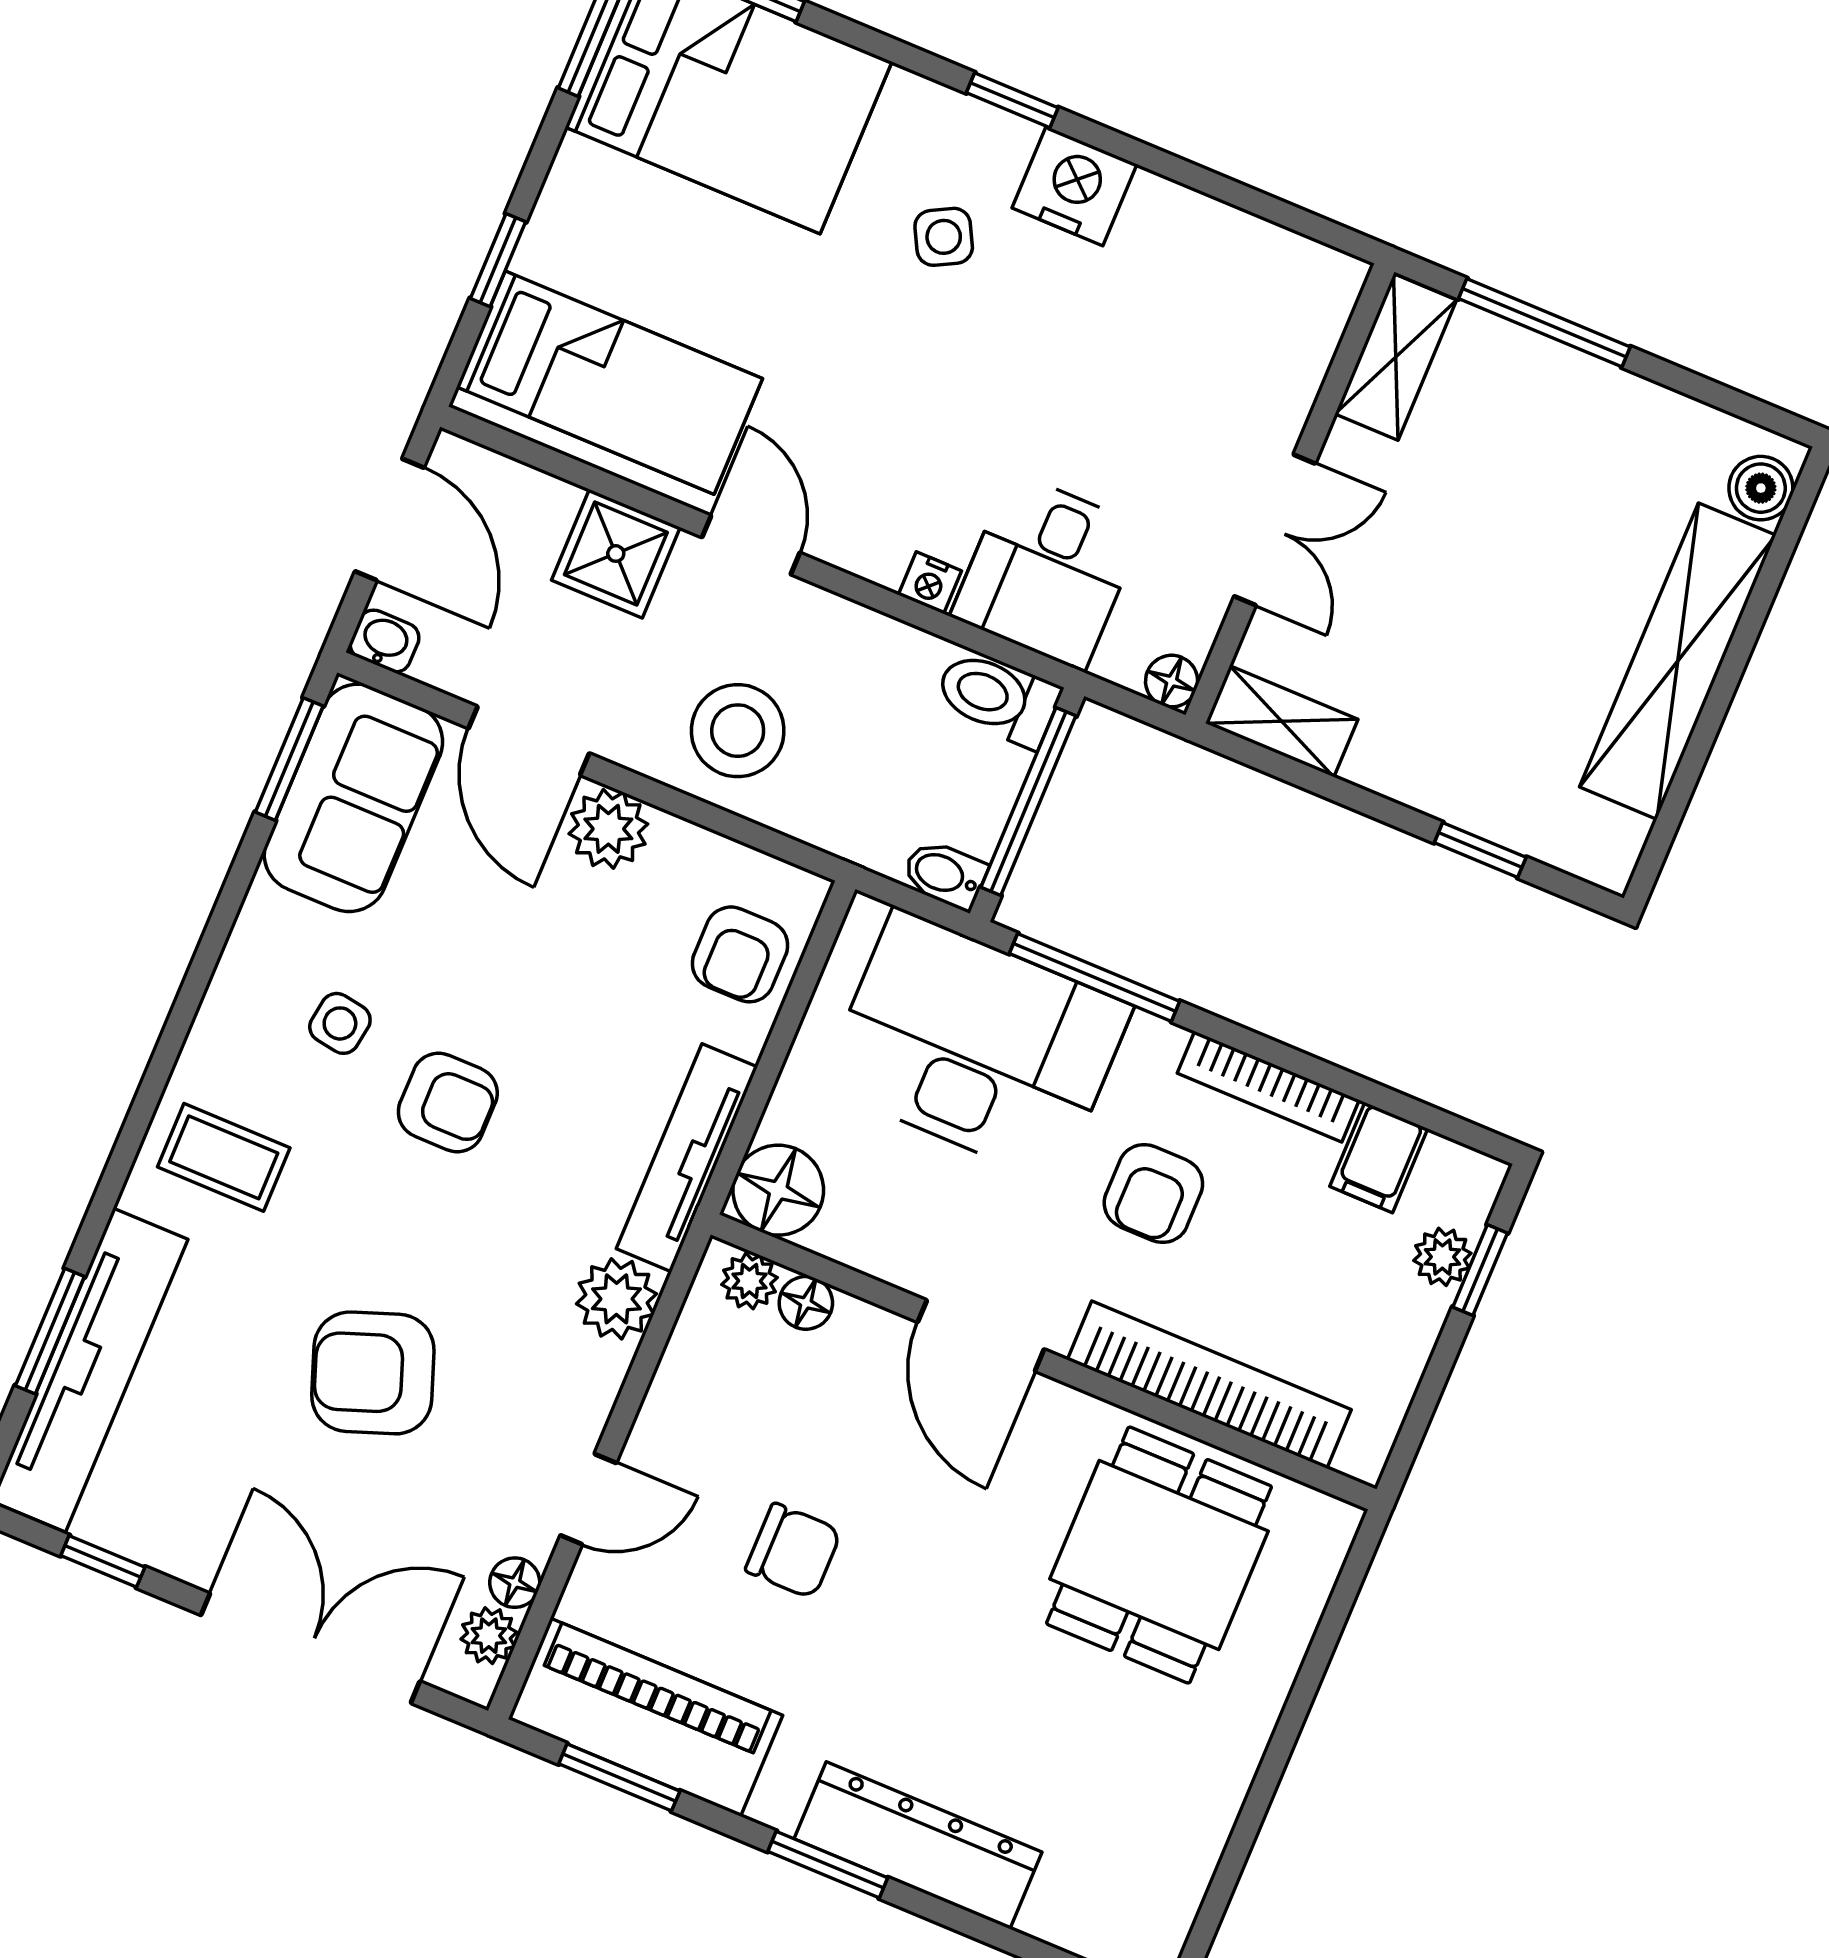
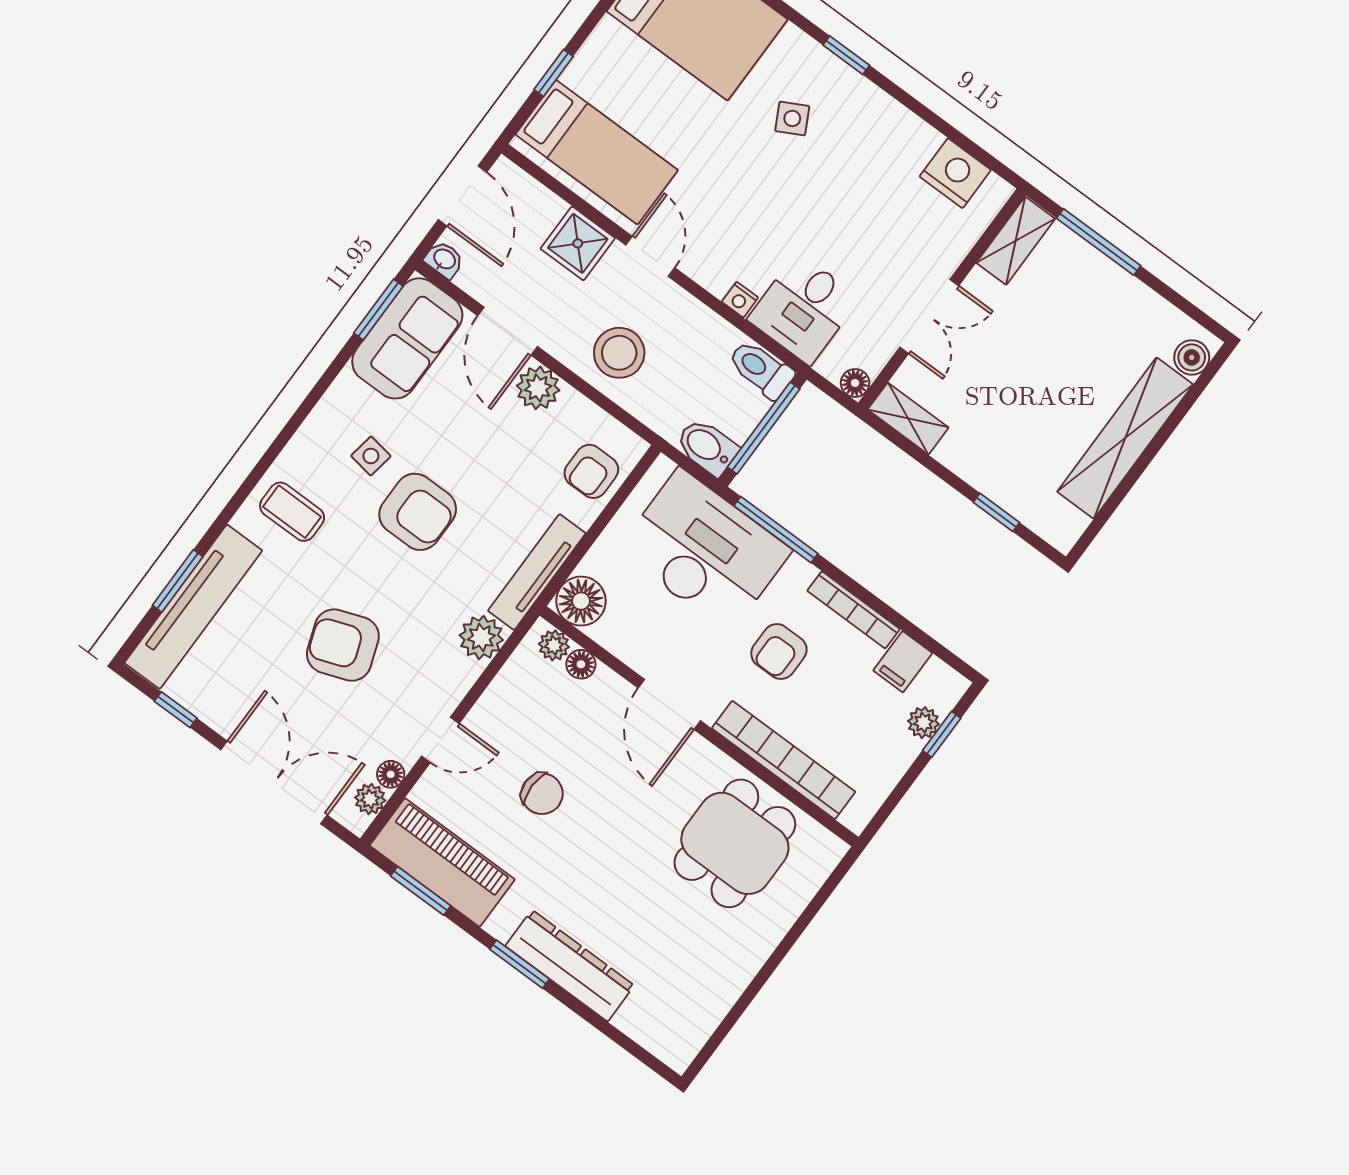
nightstand: (1074, 186) -> (955, 173), moved
bidet: (944, 875) -> (707, 447), width x1.38, depth x1.36
armchair: (448, 1102) -> (418, 512), width x1.38, depth x1.38

